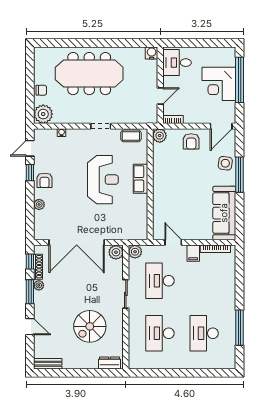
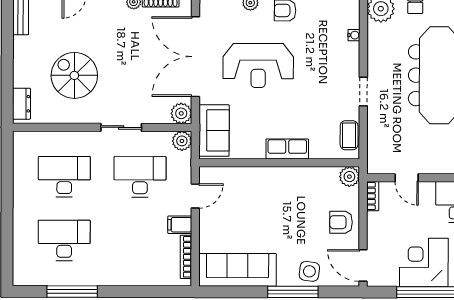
reception desk: (103, 180) -> (258, 66), moved
sofa: (128, 229) -> (214, 130), added

